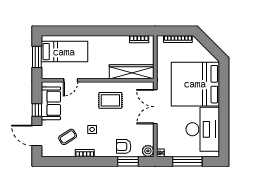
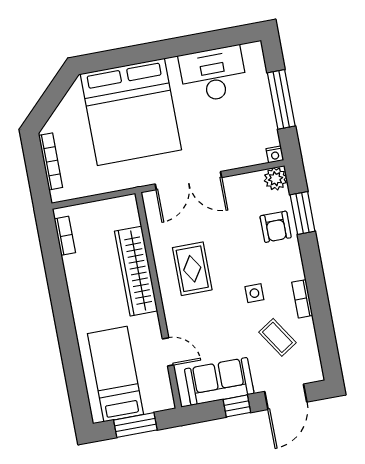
wardrobe: (132, 72) -> (136, 271), moved
desk: (203, 129) -> (213, 74), width x0.73, depth x0.77

